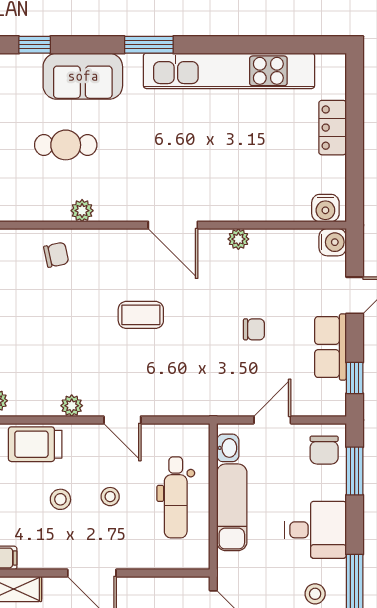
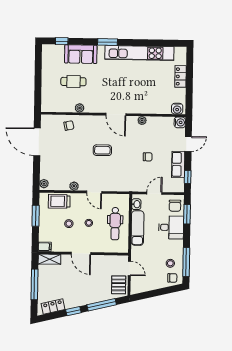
desk: (316, 530) -> (171, 227), moved

